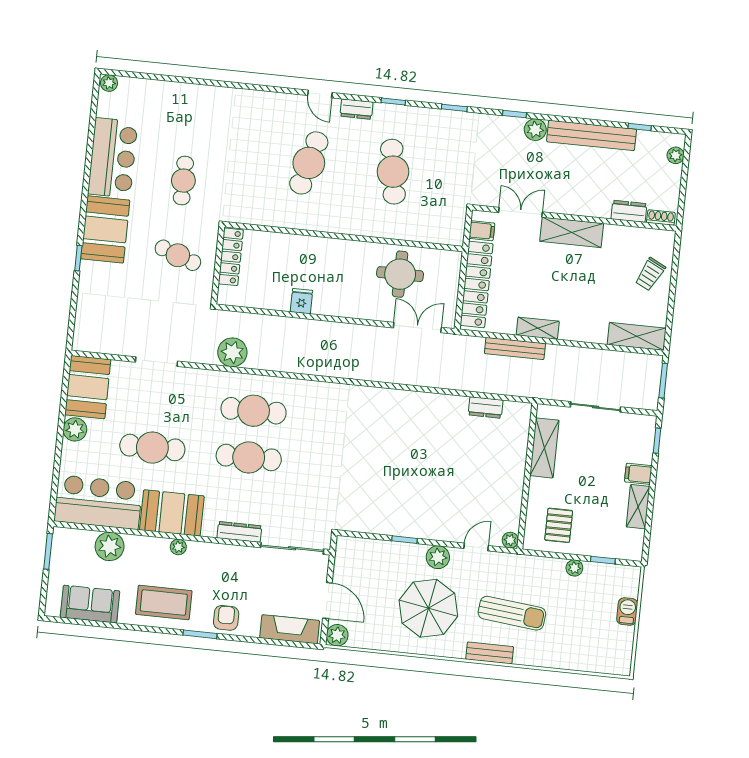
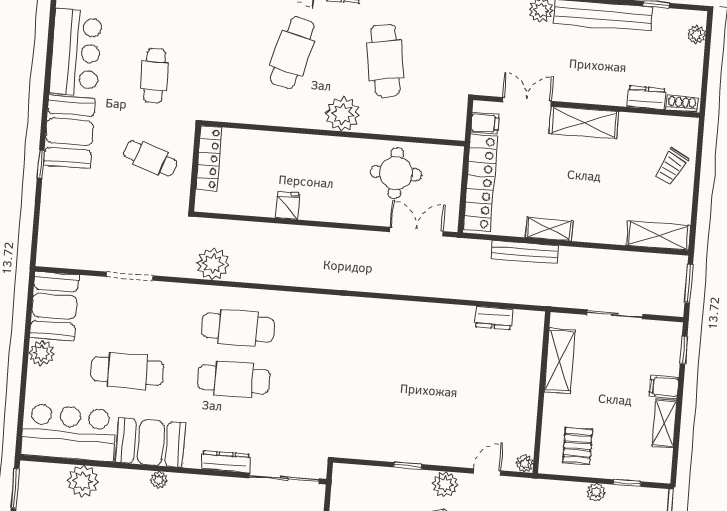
plant: (353, 219) -> (343, 114), added

